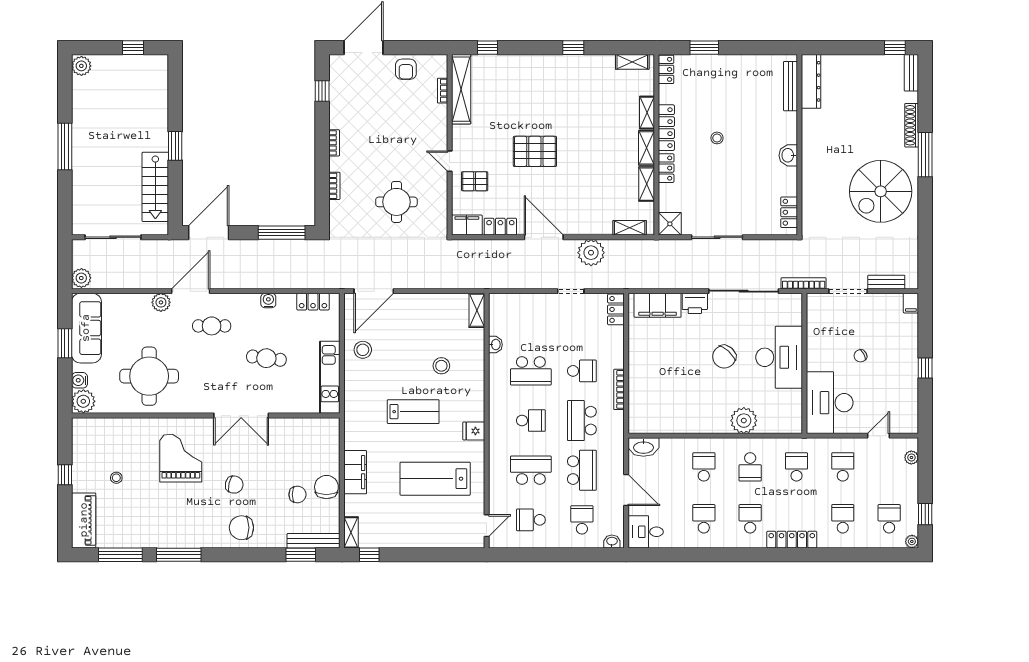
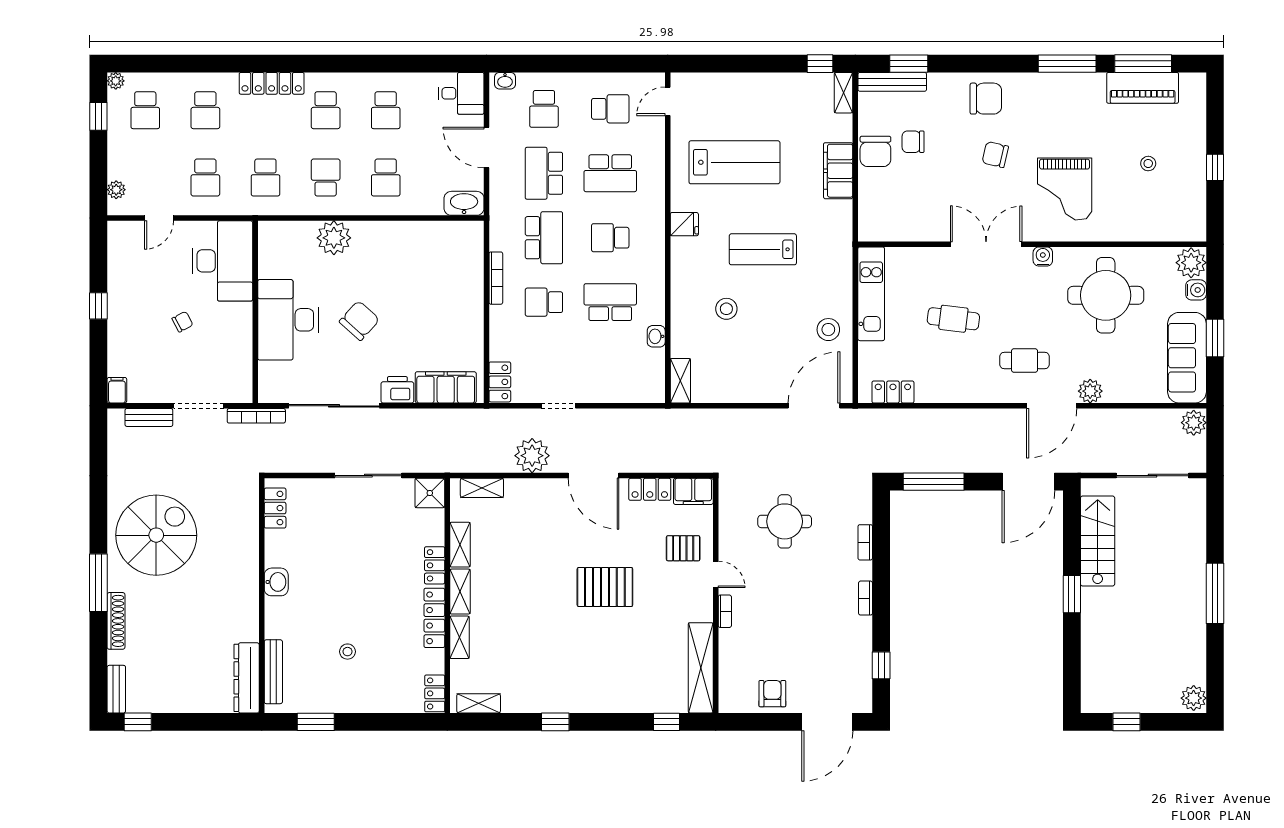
window: (704, 48) -> (316, 722), moved
bookcase: (443, 91) -> (725, 611), moved
stool: (717, 138) -> (347, 652), moved
water cooler: (268, 301) -> (1043, 257), moved, turned 180
piano: (84, 520) -> (1143, 88), moved, turned -90

